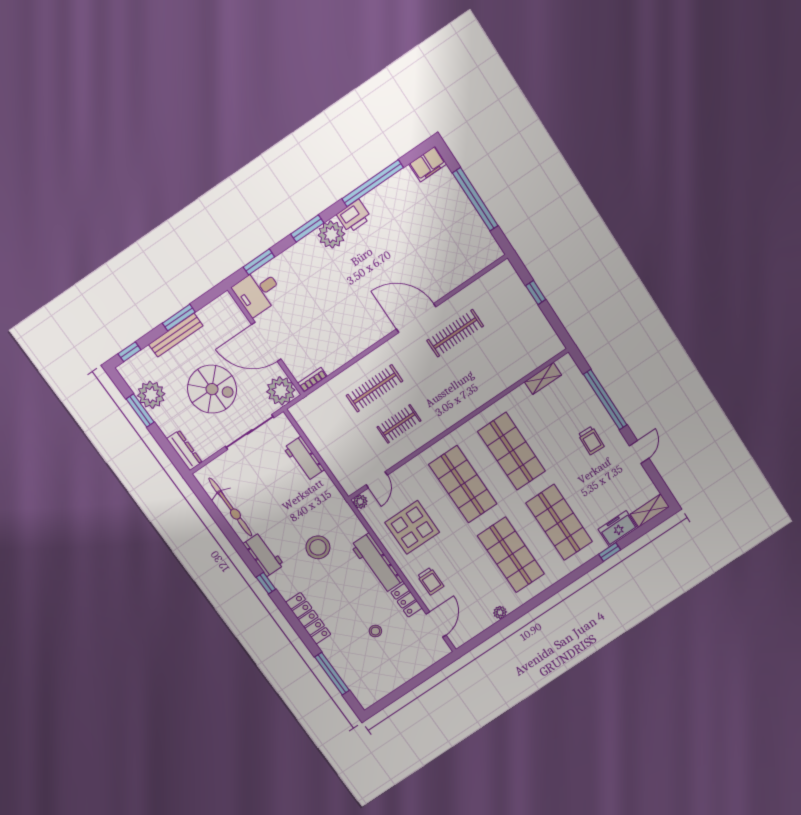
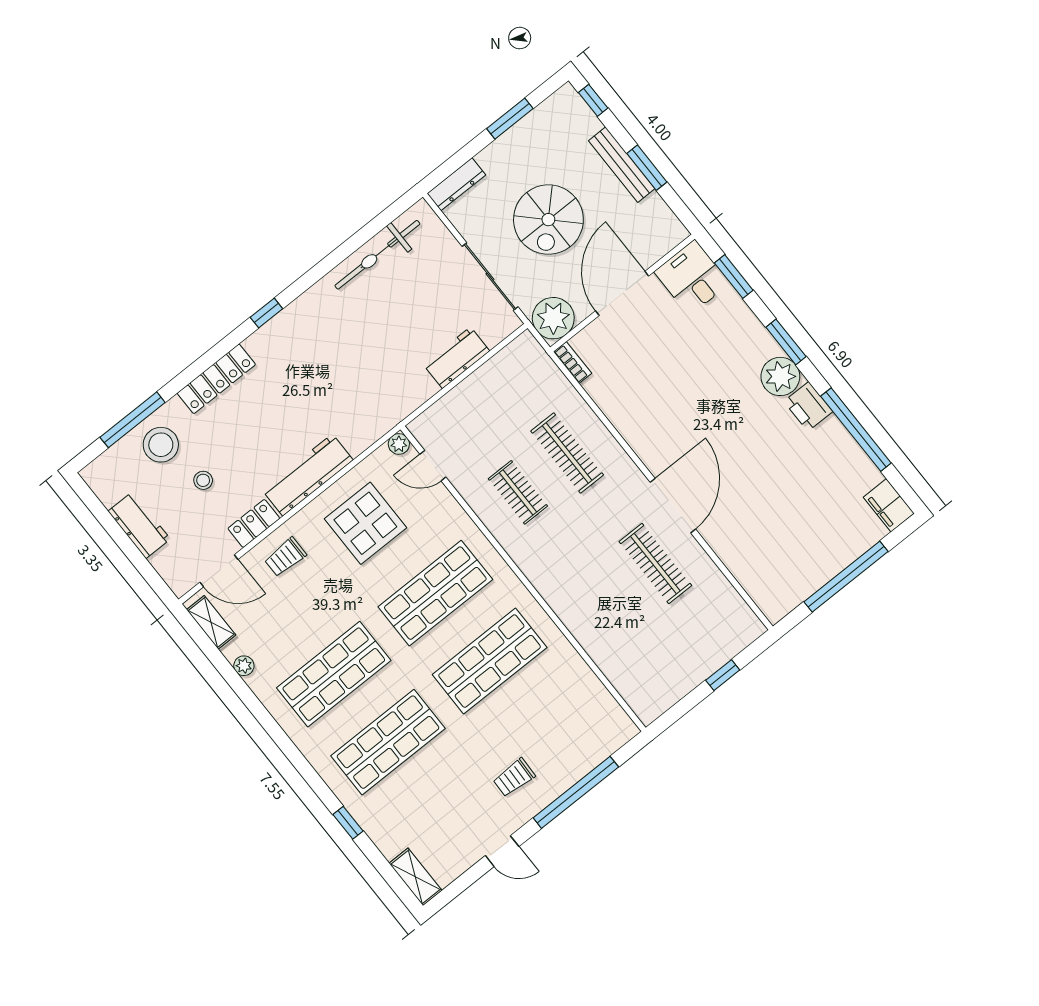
shelving: (543, 378) -> (211, 622), moved
plant: (151, 395) -> (534, 133), removed
freezer: (618, 529) -> (384, 831), removed
stool: (318, 547) -> (161, 445), moved
workbench: (264, 554) -> (139, 525), moved, turned -90

